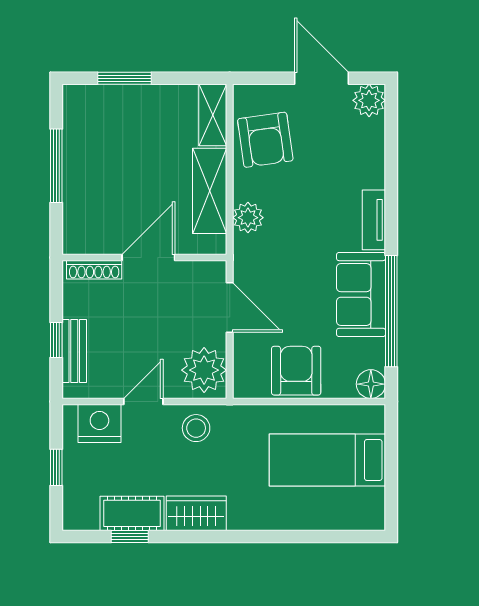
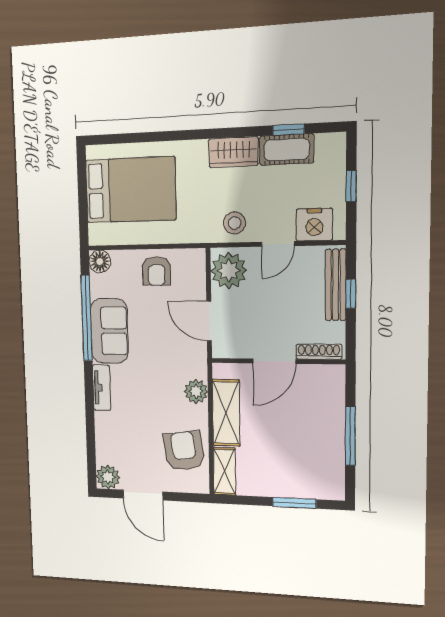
bench: (74, 351) -> (336, 285), width x1.36
armchair: (296, 371) -> (156, 271), width x0.72, depth x0.72
bed: (327, 460) -> (131, 190), width x1.50

